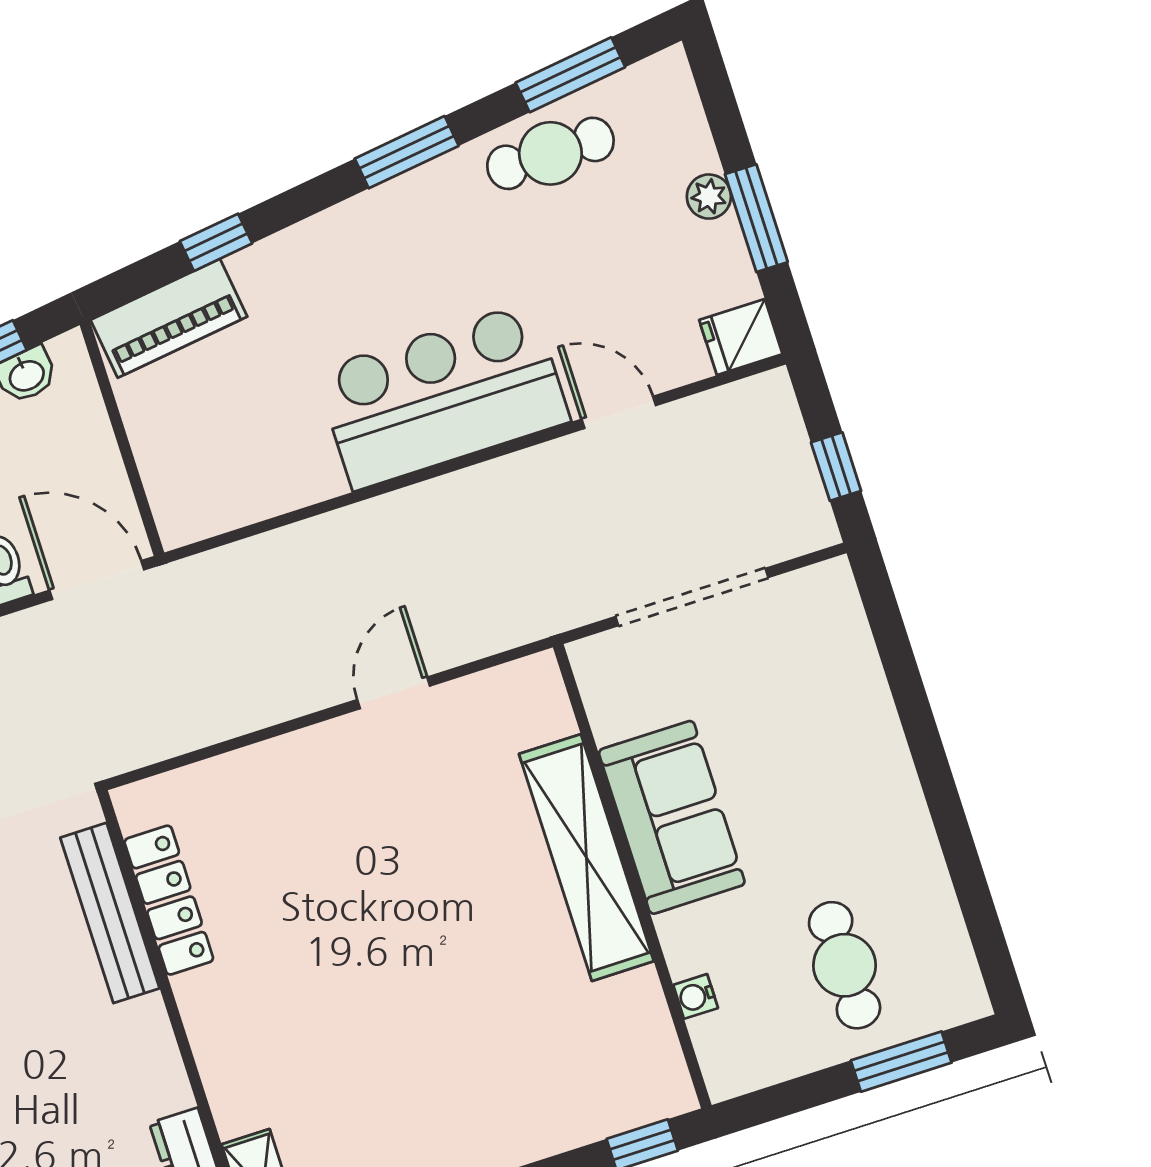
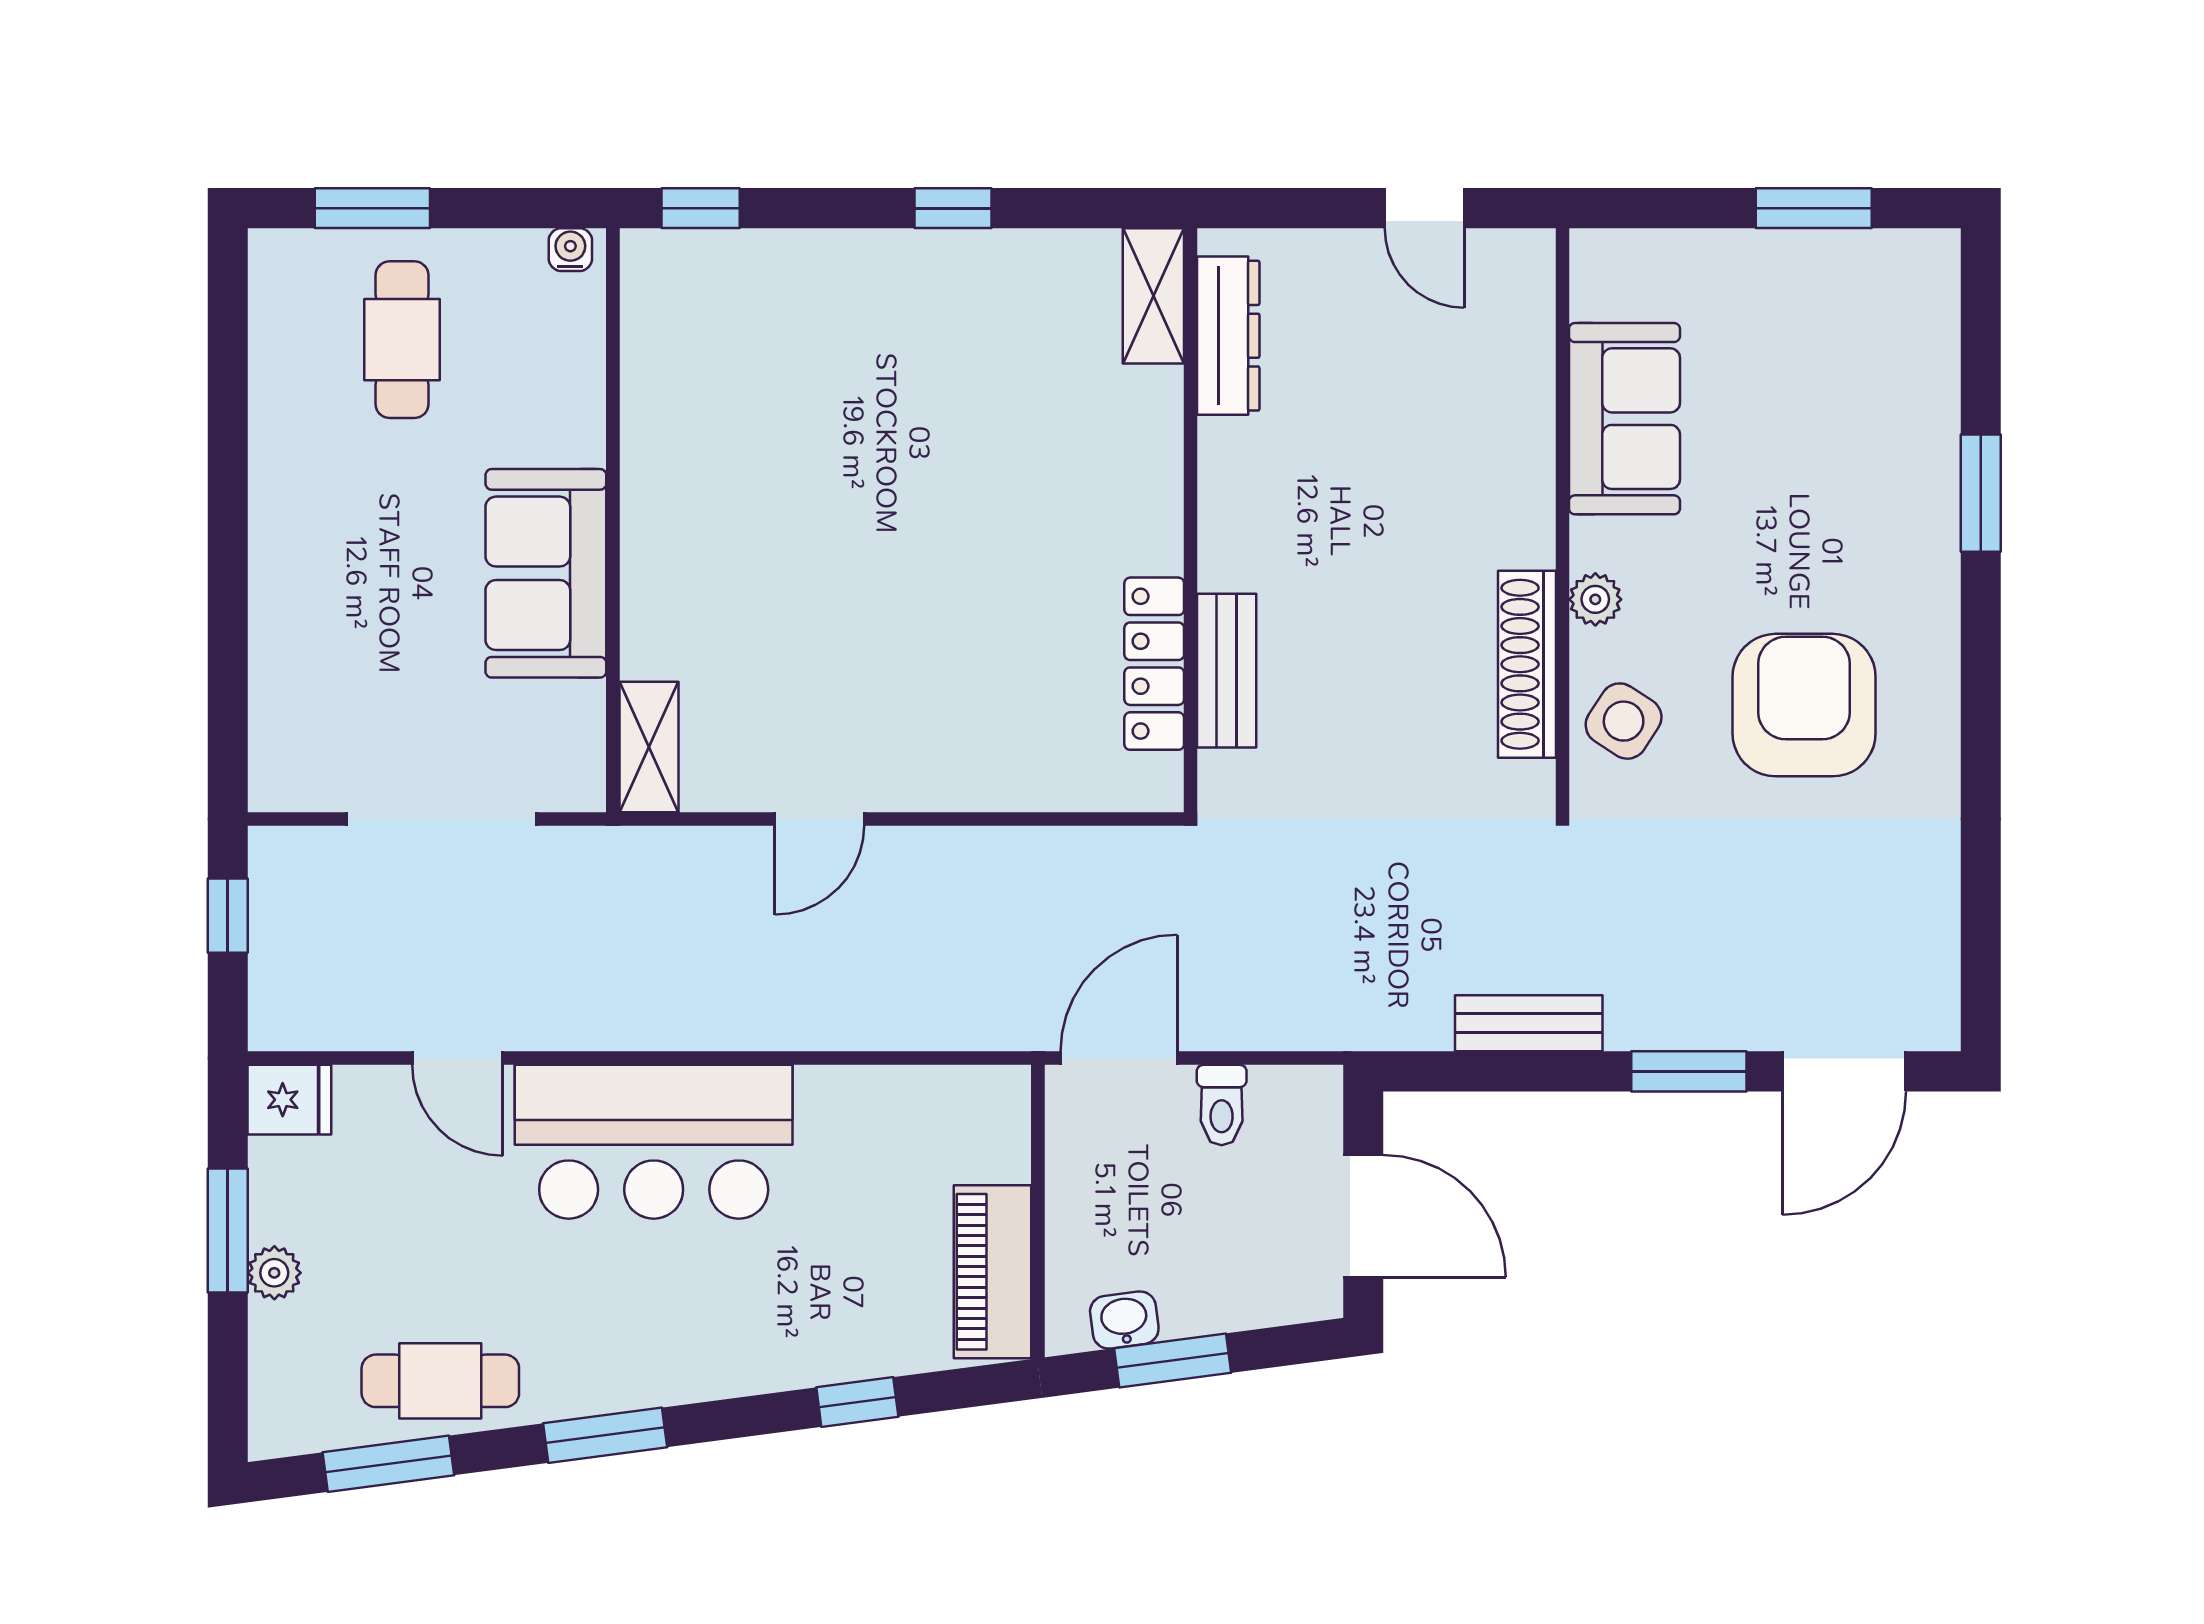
piano: (169, 318) -> (993, 1272), moved, turned -83
door: (97, 580) -> (1119, 1058), swing flipped
shelving: (586, 858) -> (649, 747), moved, width x0.45, depth x0.75
bench: (110, 913) -> (1227, 671), width x0.73
water cooler: (696, 996) -> (570, 250), moved, turned -90

